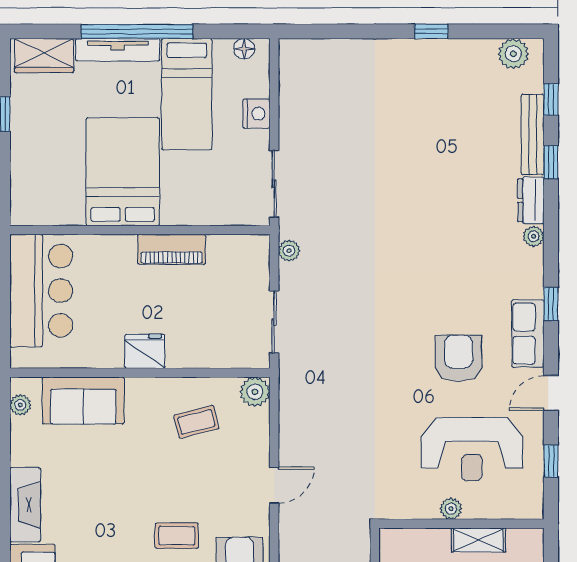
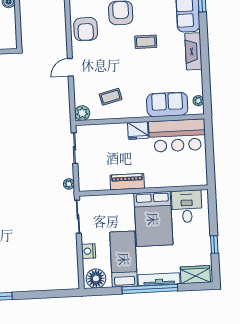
floor lamp: (244, 49) -> (96, 278), width x1.89, depth x1.89
desk: (54, 194) -> (187, 206), added
bar counter: (41, 291) -> (177, 135), moved, turned -90
coffee table: (177, 536) -> (146, 42), moved

